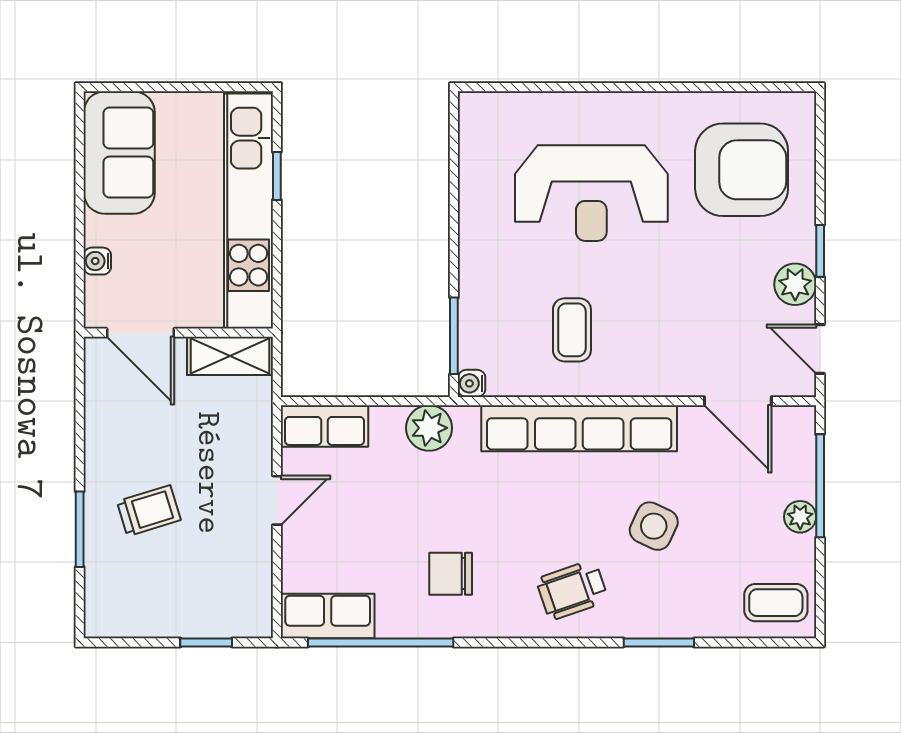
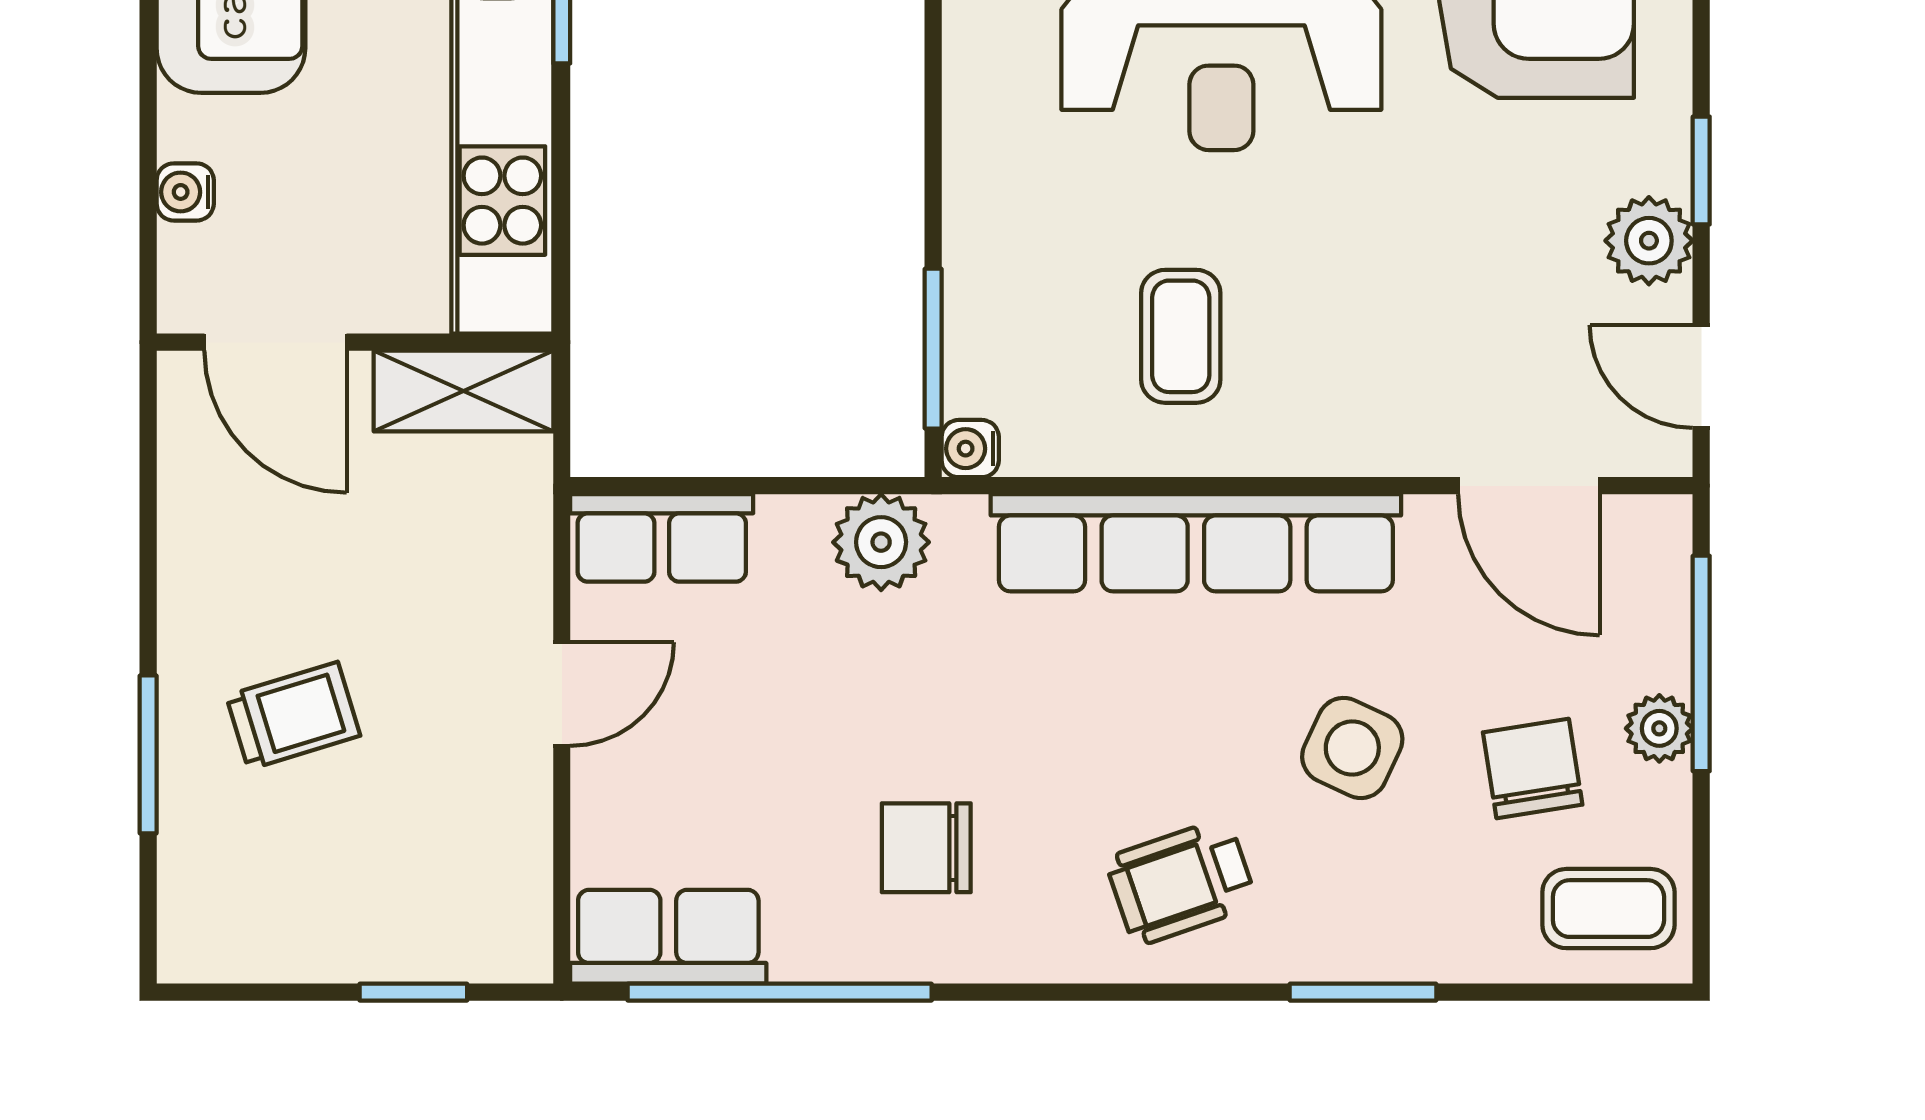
chair: (740, 536) -> (1533, 768), added

